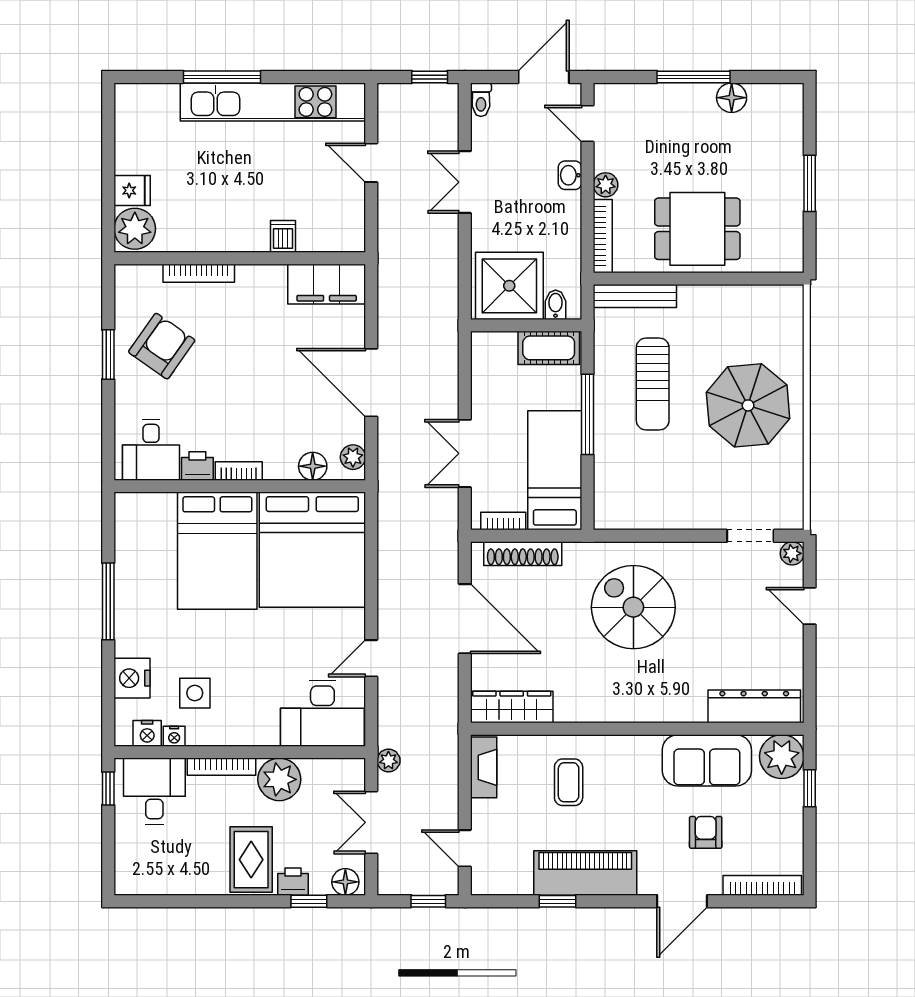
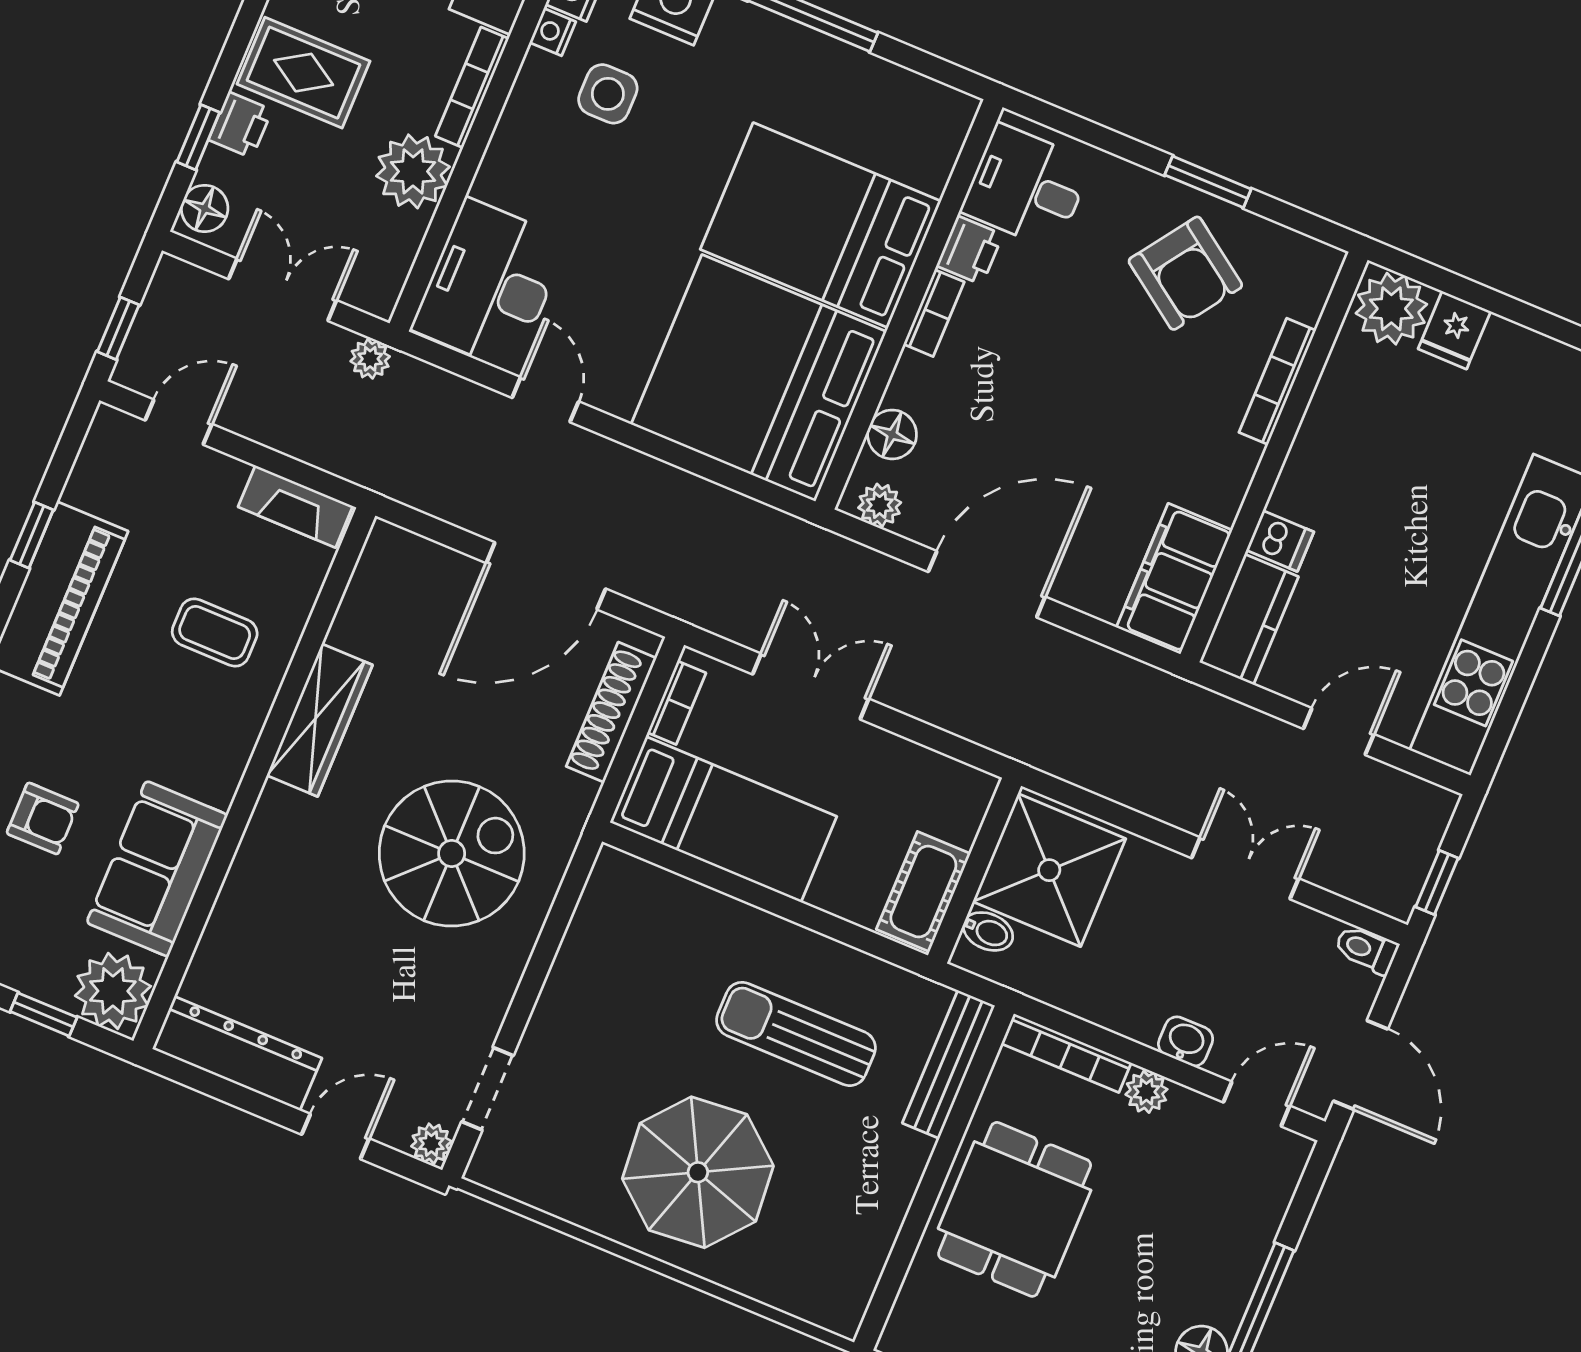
kitchen counter: (332, 235) -> (1249, 619), added
window: (588, 414) -> (791, 909), removed
dresser: (754, 706) -> (237, 1053), moved, turned -90
wardrobe: (512, 707) -> (320, 720), moved

